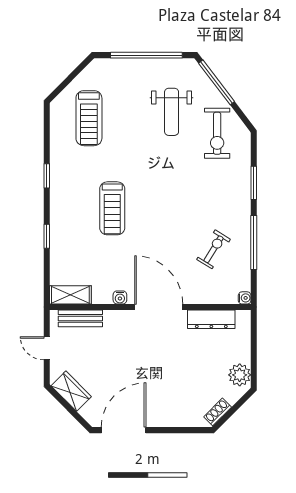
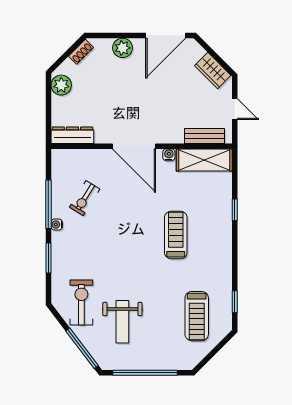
weight bench: (172, 112) -> (122, 322), turned 180
treadmill: (89, 118) -> (197, 316), turned 180
window: (47, 176) -> (235, 302), moved
shelving: (70, 295) -> (204, 160), width x1.50, depth x1.33
water cooler: (245, 298) -> (57, 225), moved
dresser: (211, 319) -> (72, 135), moved
plant: (171, 416) -> (123, 48), added

